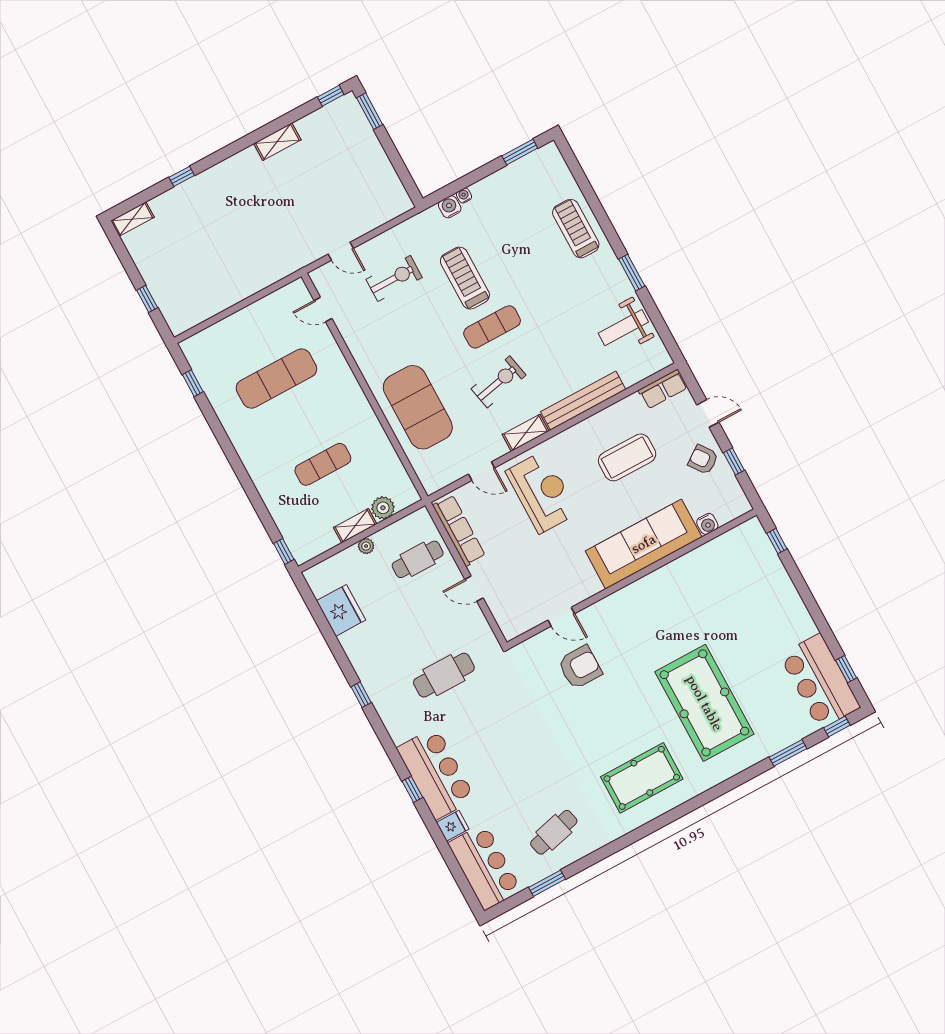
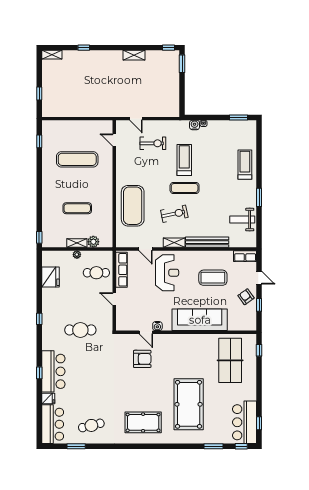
water cooler: (707, 524) -> (157, 326), moved
table tennis table: (736, 586) -> (230, 360), added

